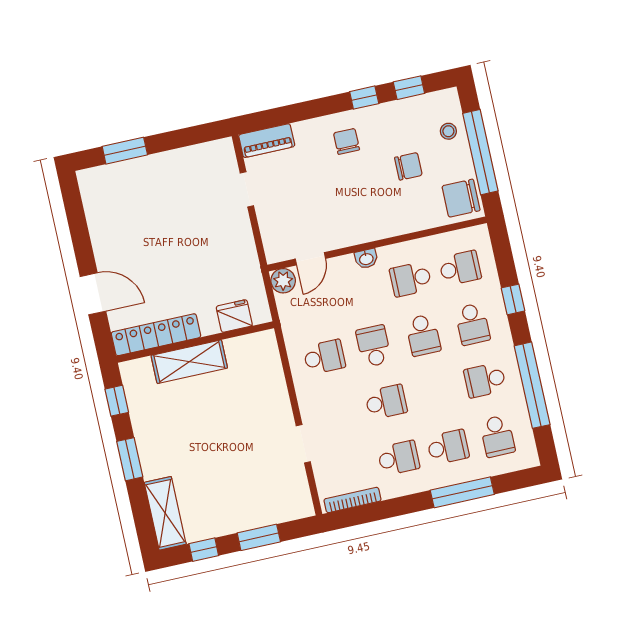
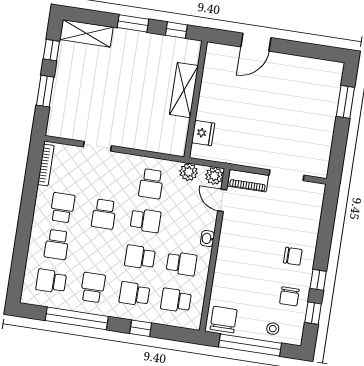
piano: (267, 141) -> (248, 181), moved, turned -90
chair: (408, 166) -> (289, 296), moved
doorway: (247, 189) -> (287, 175), width x1.38
school desk: (460, 268) -> (176, 300), turned 90
school desk: (411, 279) -> (182, 264), turned 90
plant: (291, 315) -> (189, 172), added
locker: (156, 335) -> (211, 74), removed
school desk: (399, 458) -> (62, 208), turned 180
window: (462, 492) -> (22, 242), removed

